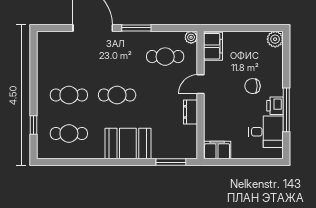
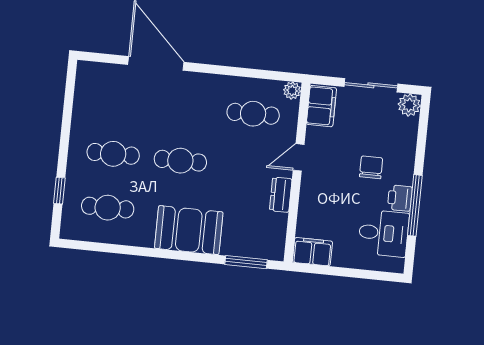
window: (136, 28) -> (217, 70), removed
sliding door: (246, 28) -> (371, 85), added
chair: (253, 86) -> (371, 167), turned 90

